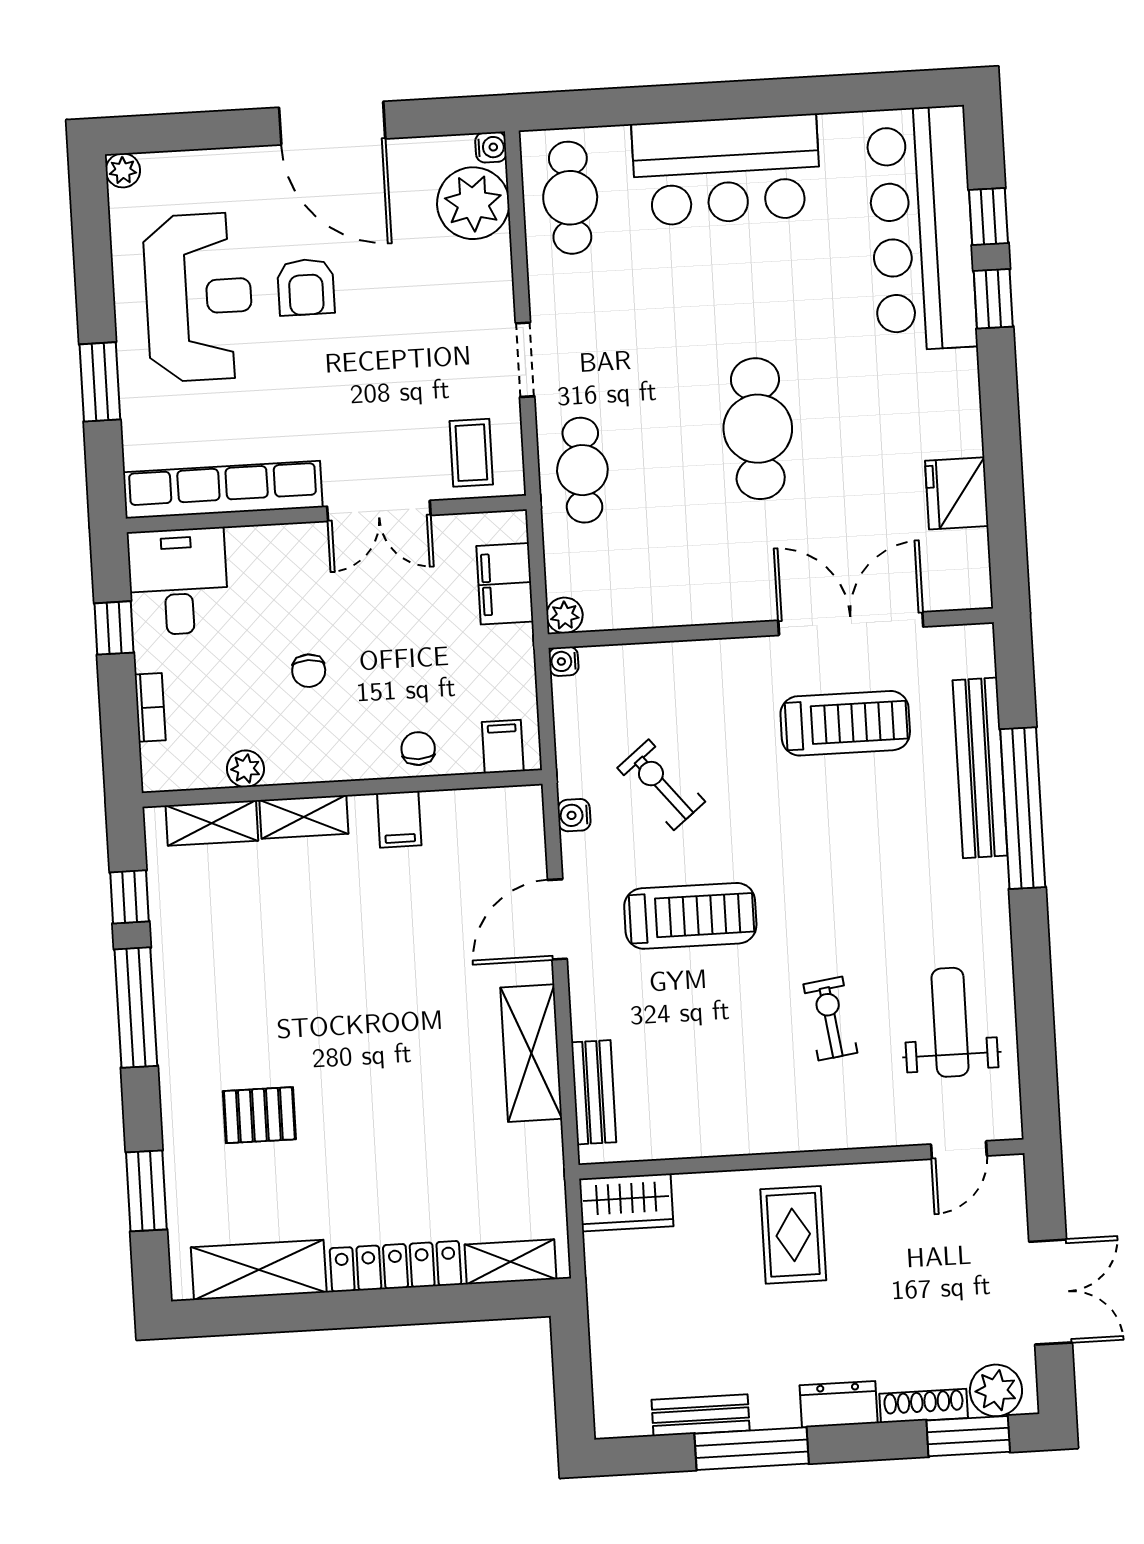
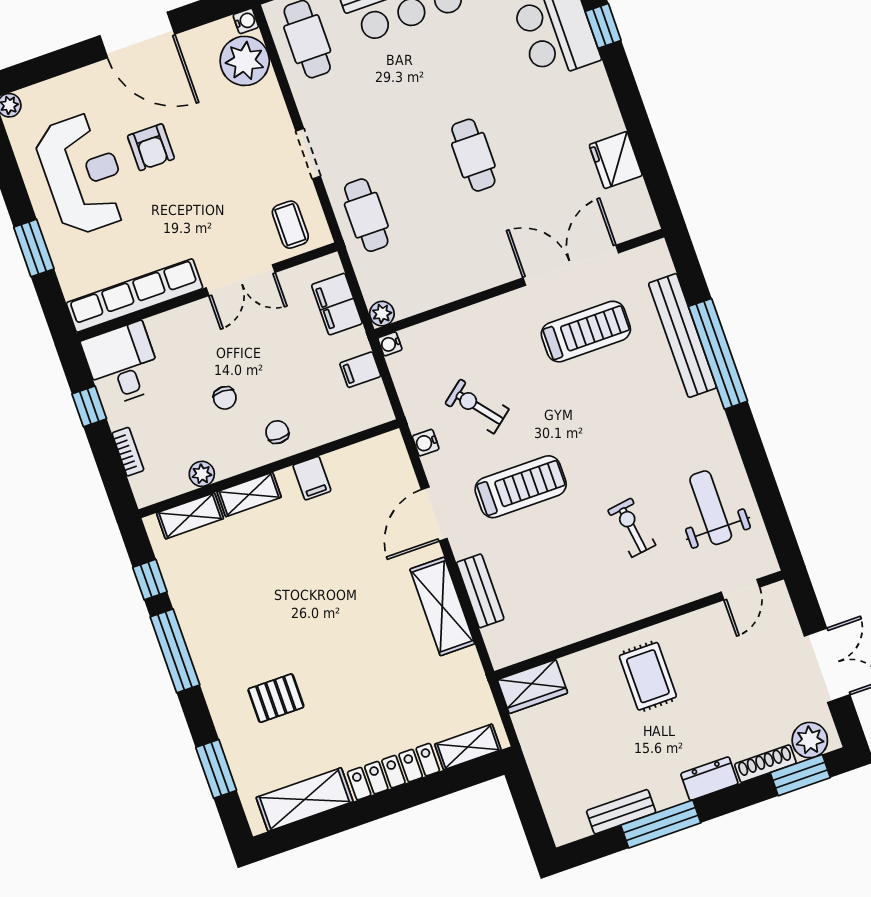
cafe table: (758, 429) -> (473, 155), width x0.73, depth x0.74
filing cabinet: (503, 746) -> (360, 370), moved, turned -90
chair: (418, 749) -> (277, 432), moved
bench: (594, 1092) -> (480, 591), moved

